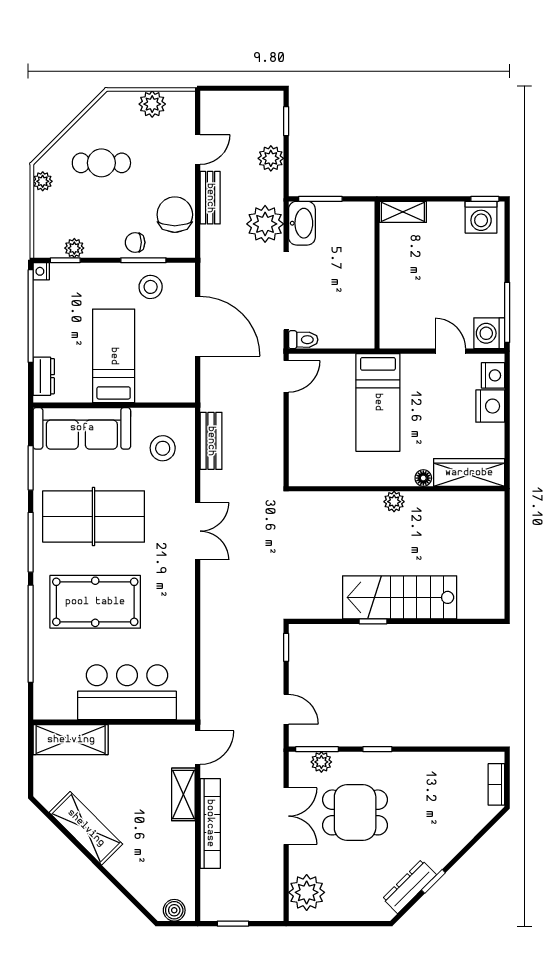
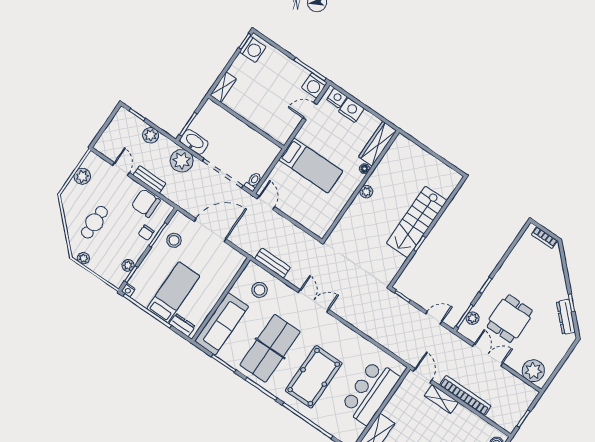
bed: (114, 356) -> (173, 292), moved, turned 90

